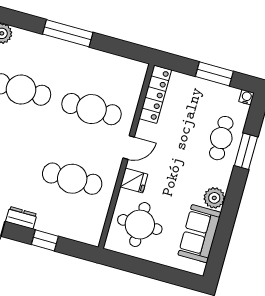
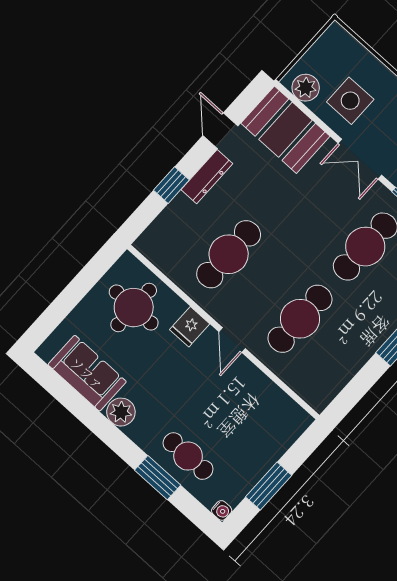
locker: (155, 94) -> (280, 404), removed
dresser: (21, 218) -> (207, 177), width x1.44

